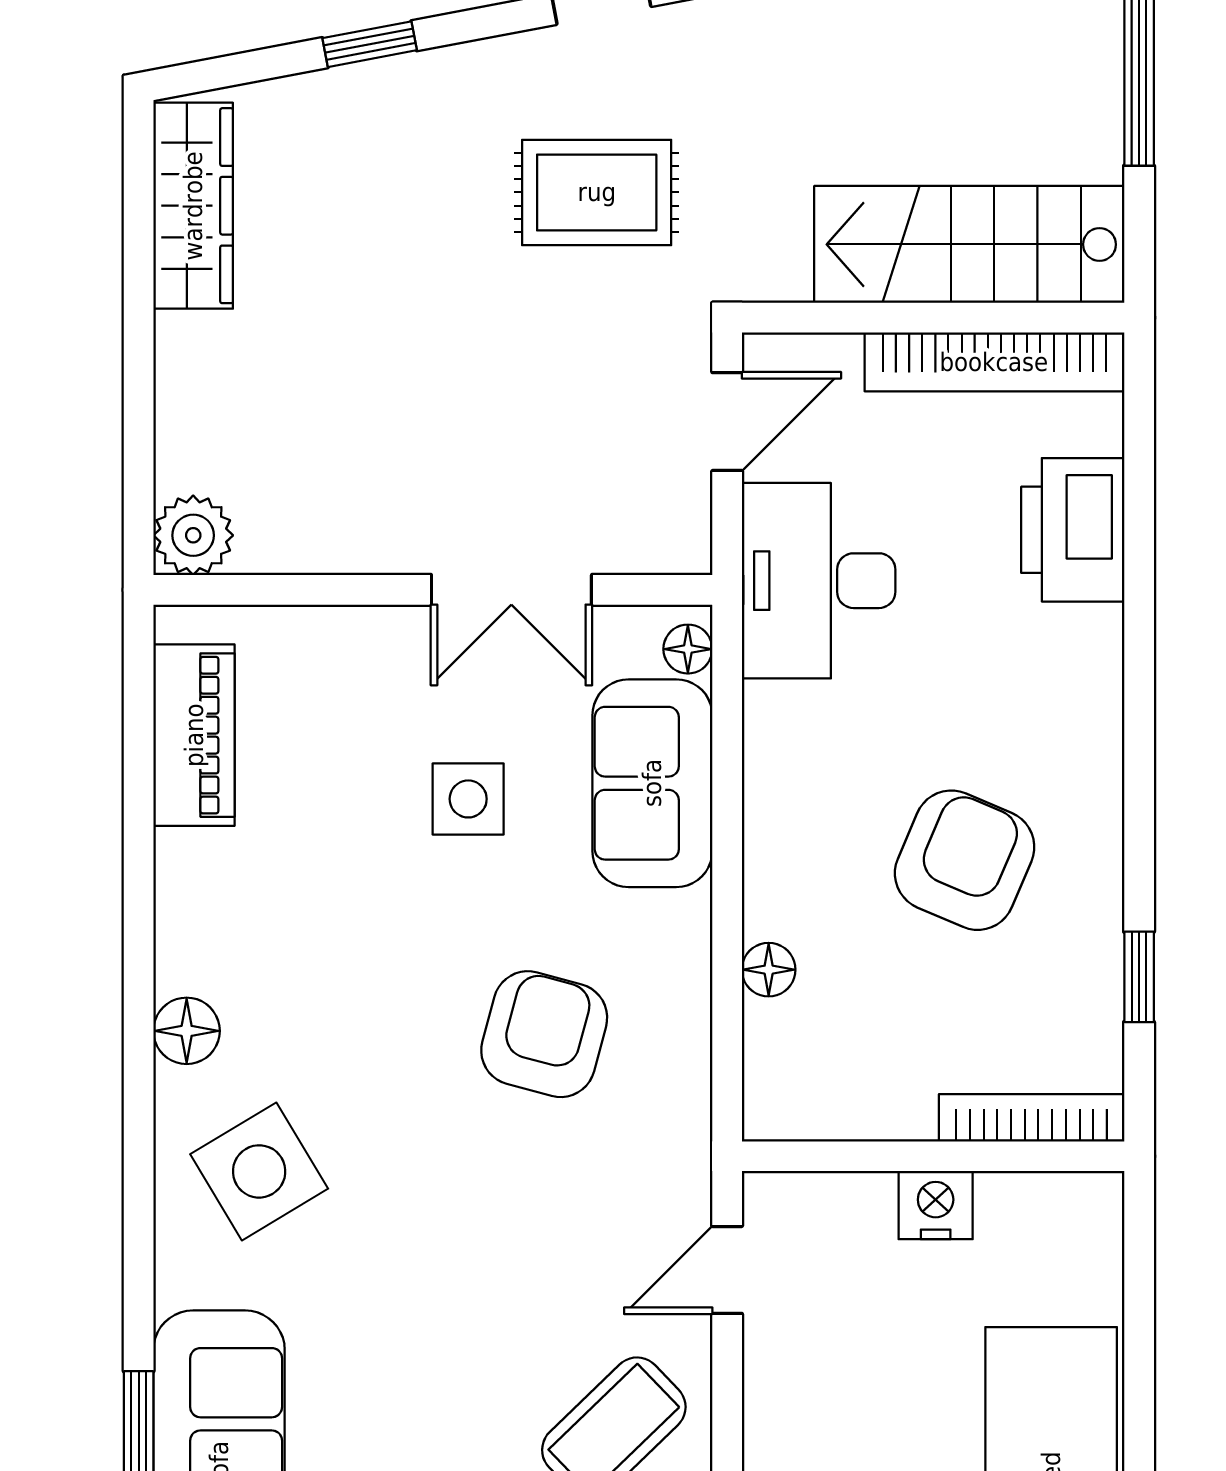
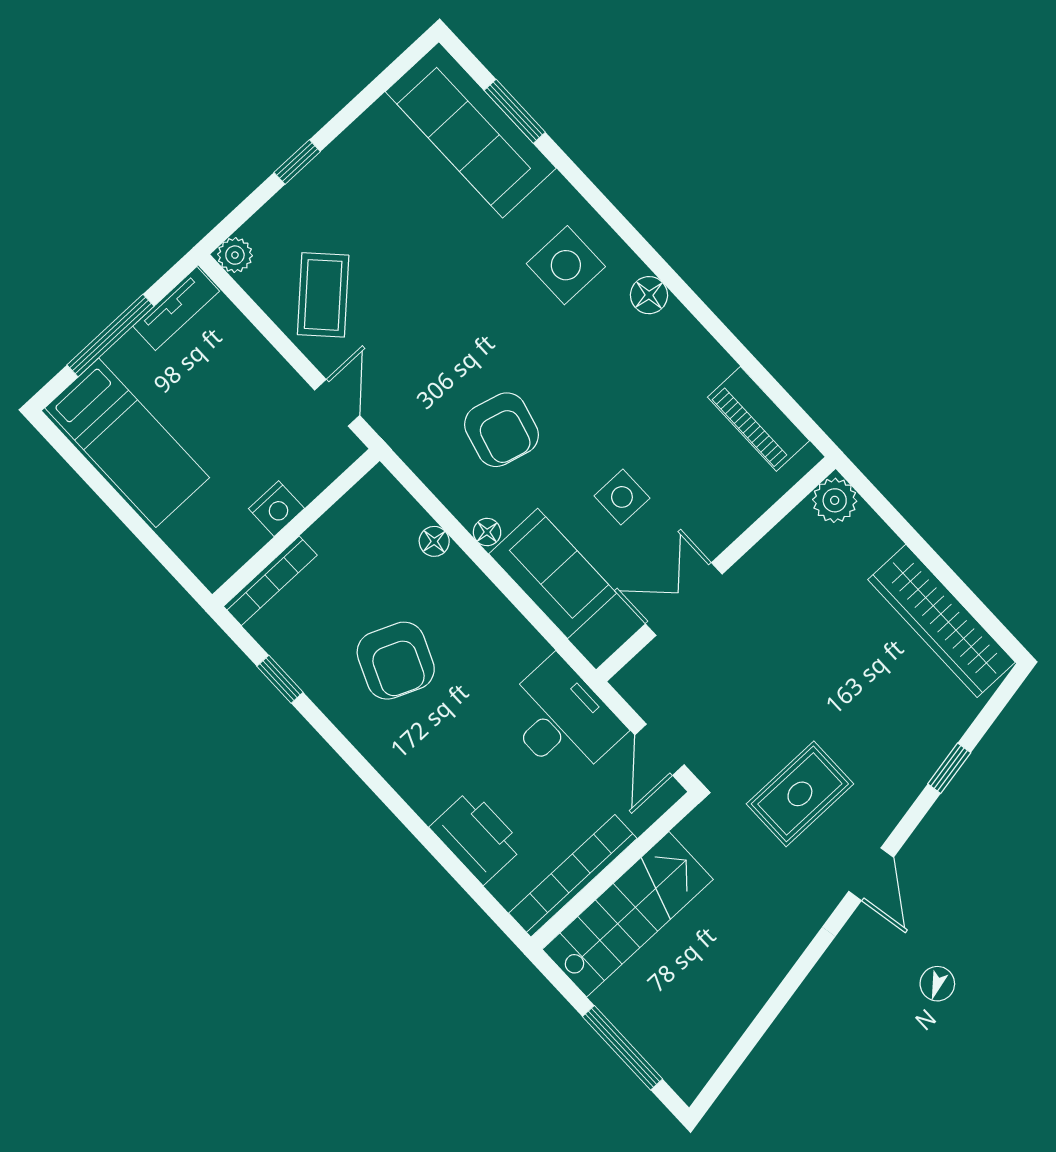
wardrobe: (193, 206) -> (941, 621), width x1.40, depth x1.17
floor lamp: (688, 649) -> (487, 532), moved
side table: (259, 1171) -> (566, 265), turned 31

